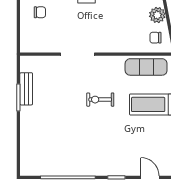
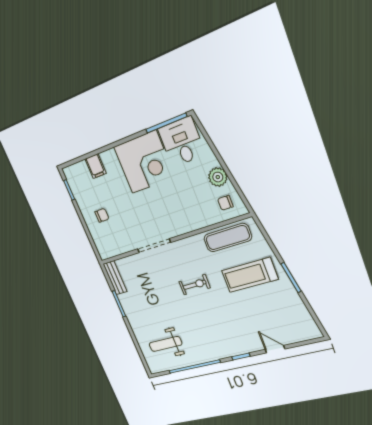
bench: (26, 89) -> (115, 278), moved
exercise bike: (100, 100) -> (195, 285), turned 180
weight bench: (48, 148) -> (165, 344), added

